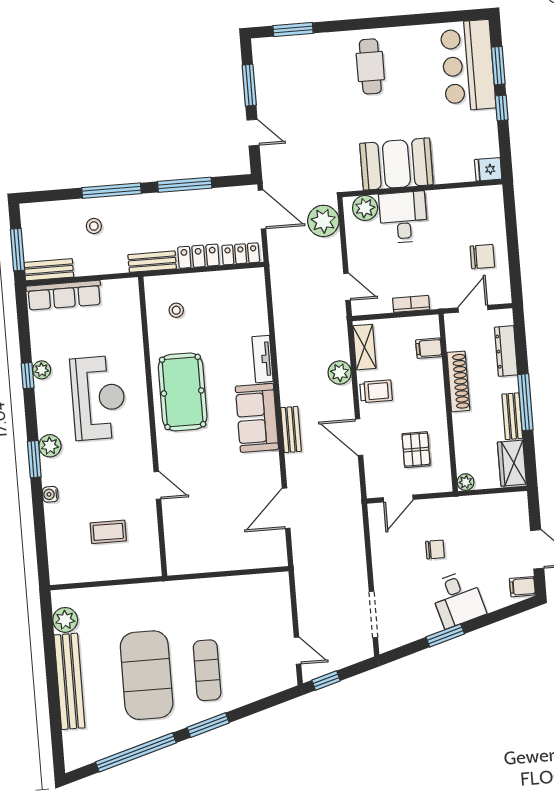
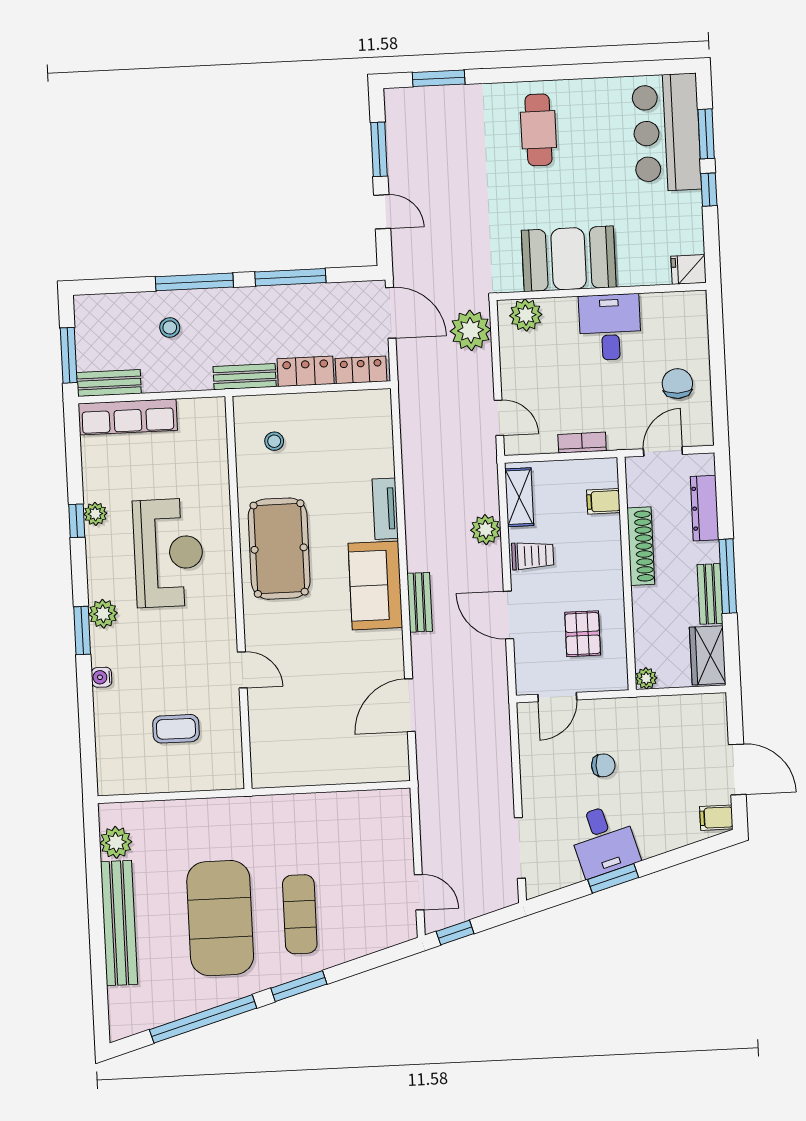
desk: (403, 217) -> (610, 327), moved
chair: (482, 257) -> (677, 384), turned -90
desk: (457, 599) -> (604, 840), moved

